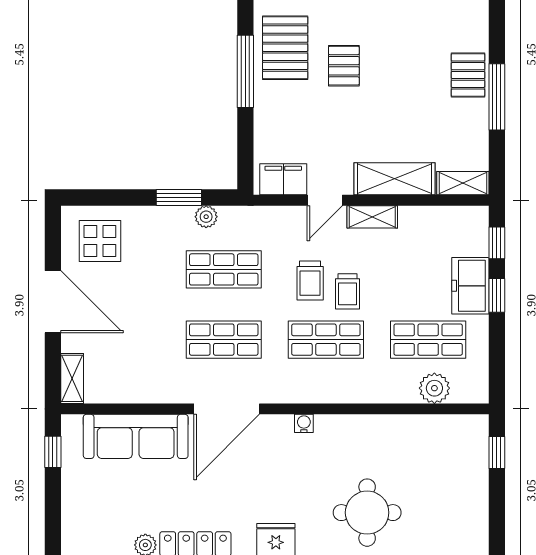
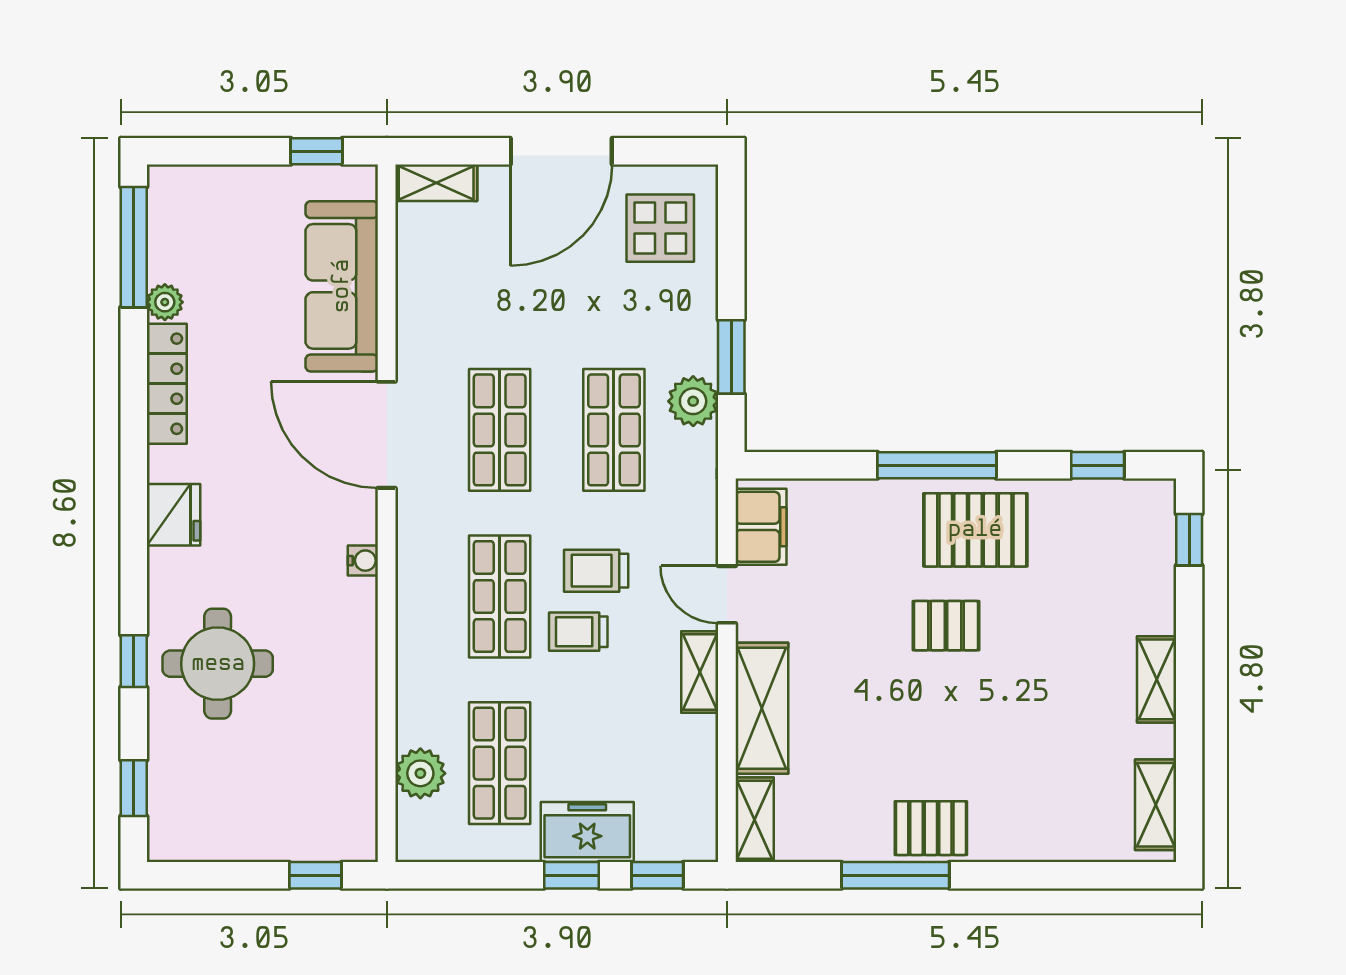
plant: (206, 217) -> (693, 401), width x1.38, depth x1.38

